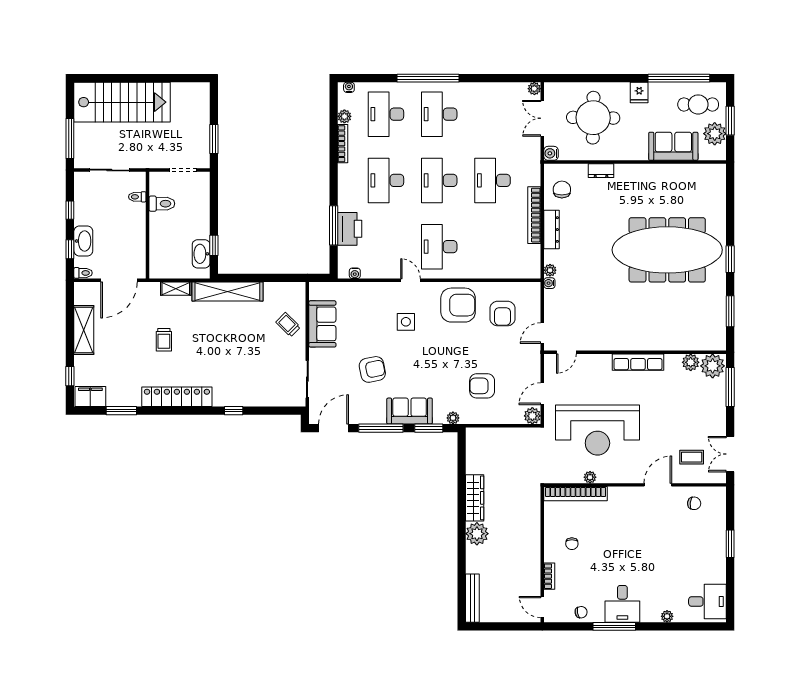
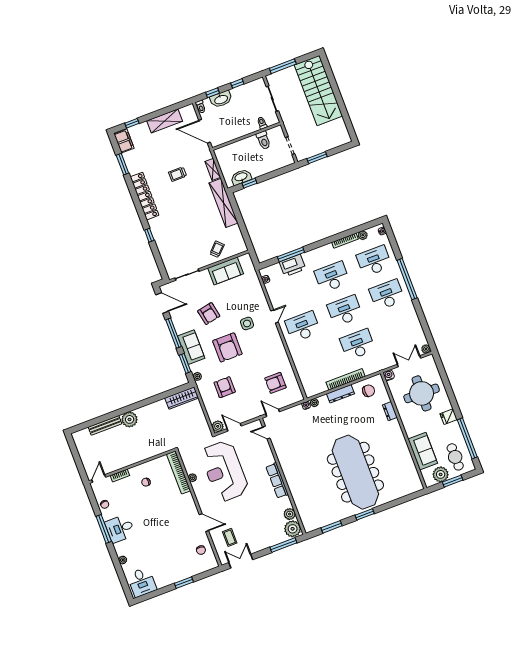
armchair: (458, 305) -> (227, 347), moved
wardrobe: (475, 498) -> (182, 398), moved
bench: (472, 598) -> (105, 425), moved

